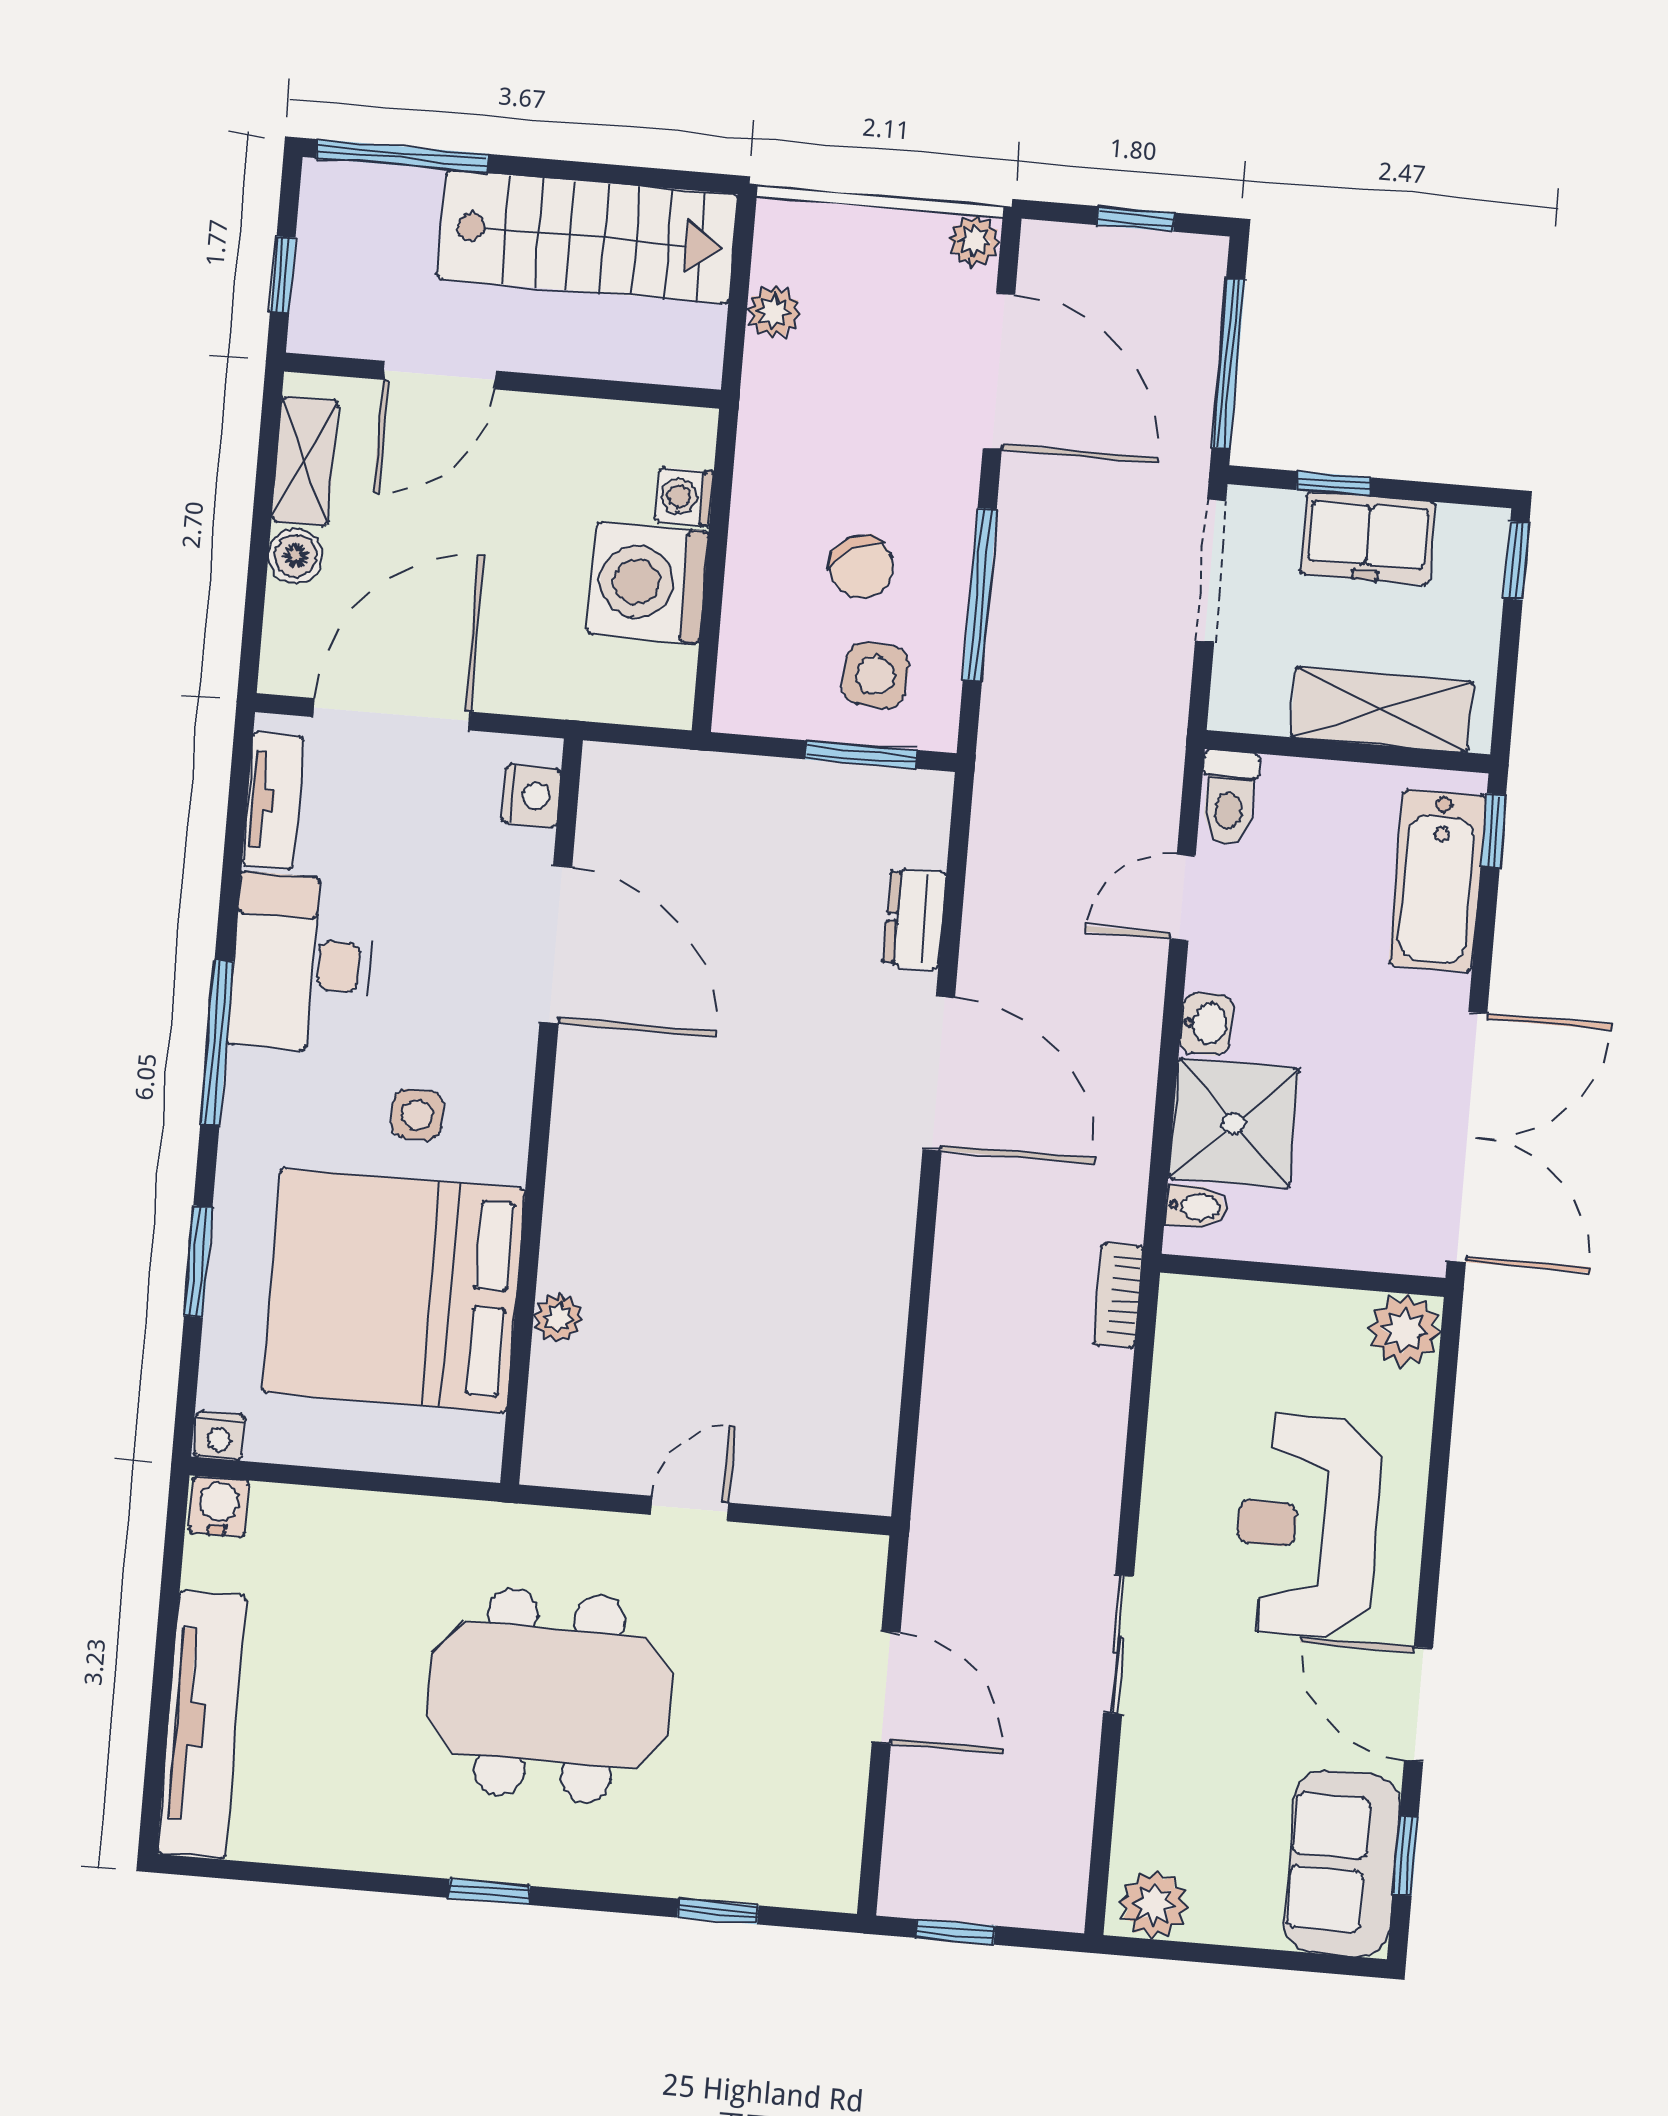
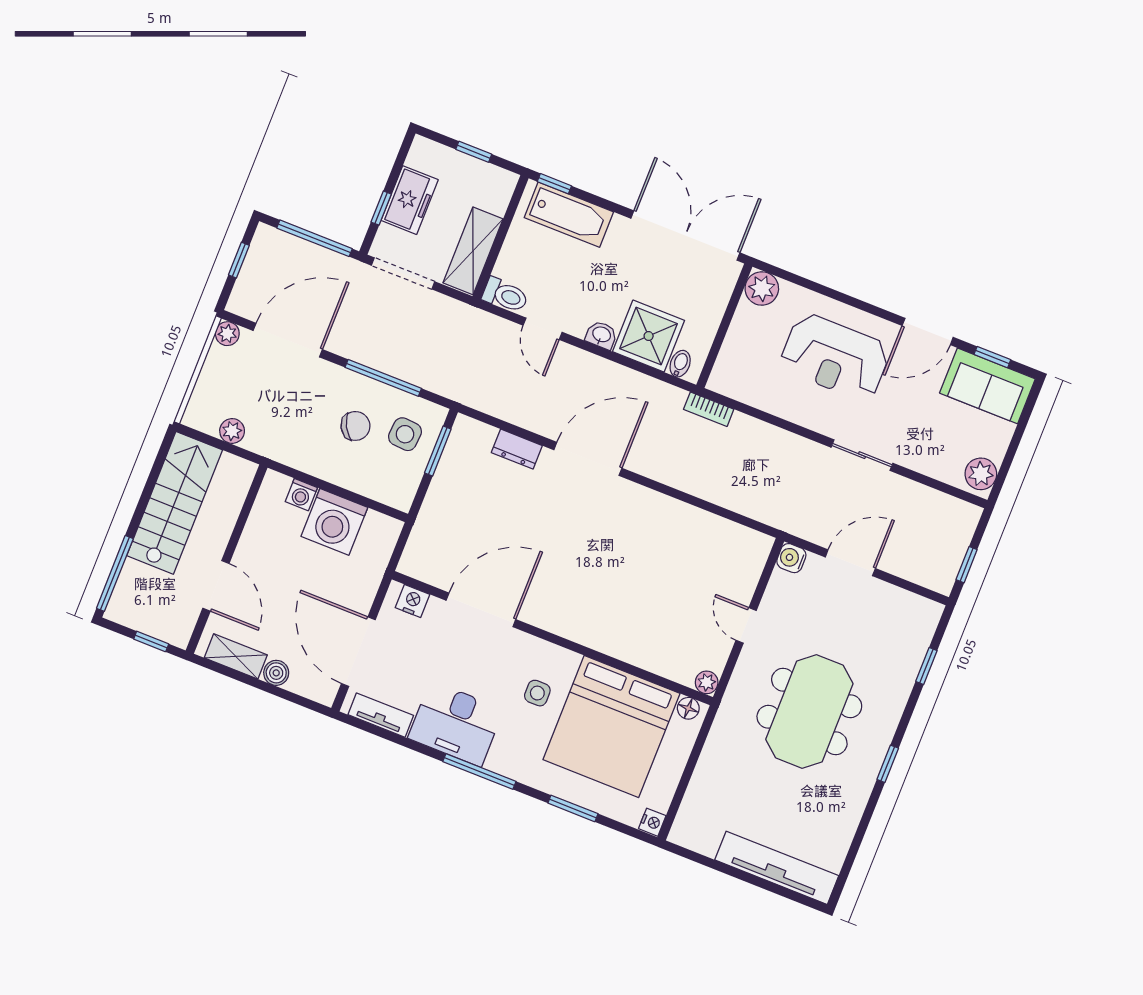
window: (1516, 561) -> (474, 152), moved
shelving: (1382, 709) -> (473, 251), moved
plant: (558, 1318) -> (707, 682), moved
floor lamp: (480, 1440) -> (688, 708), added
water cooler: (219, 1506) -> (791, 558), moved

